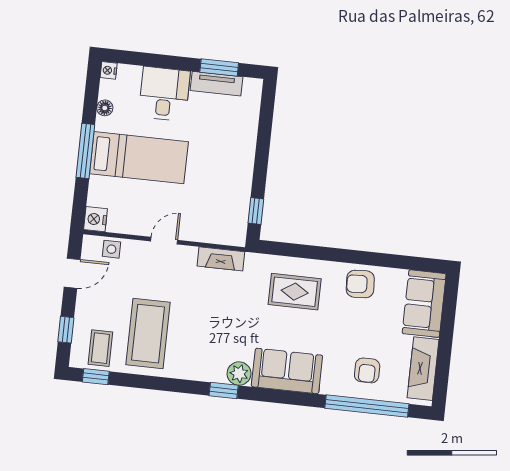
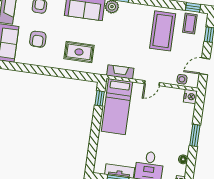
window: (85, 151) -> (195, 135), width x0.69
bed: (139, 158) -> (117, 107), moved, turned -90
armchair: (360, 284) -> (38, 39), moved, turned 93

